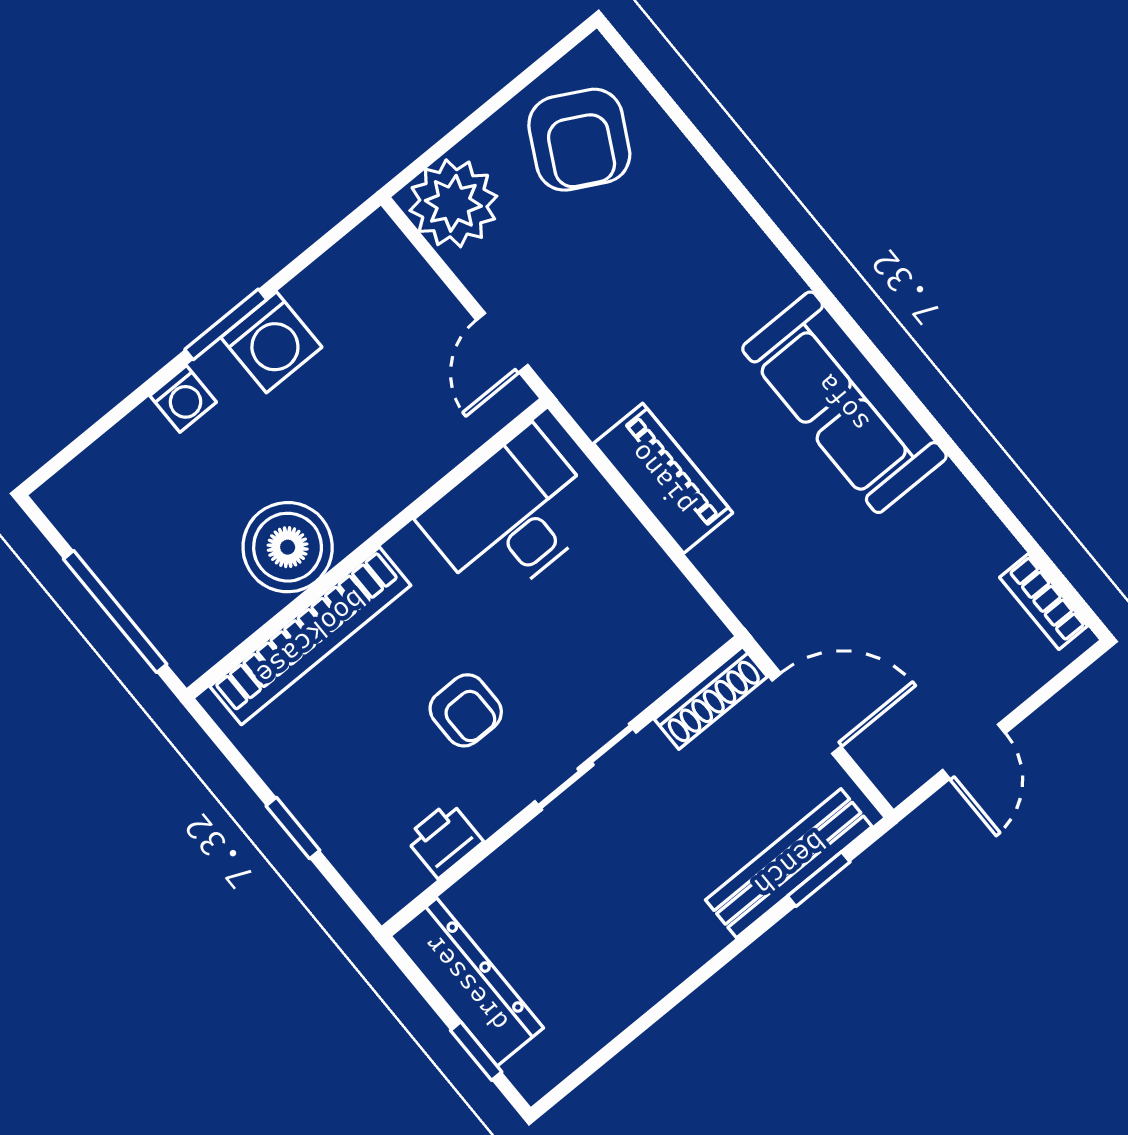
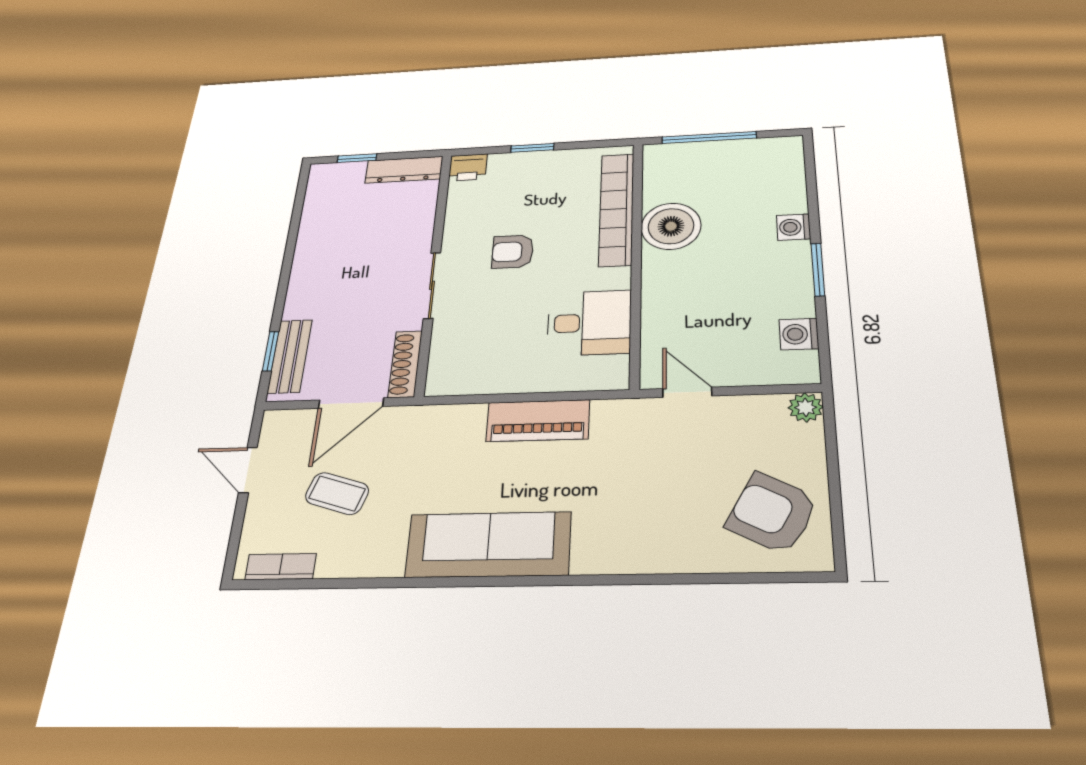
plant: (453, 203) -> (806, 407), width x0.53, depth x0.53
washing machine: (271, 342) -> (799, 334), moved, width x0.73, depth x0.73
desk: (511, 517) -> (589, 323), width x0.73
coffee table: (920, 622) -> (337, 494), added
printer: (444, 840) -> (468, 167), moved, turned 90
bench: (789, 863) -> (290, 356), width x0.73
dresser: (467, 982) -> (404, 170), width x0.73, depth x0.80

